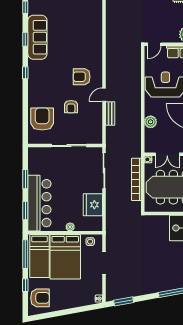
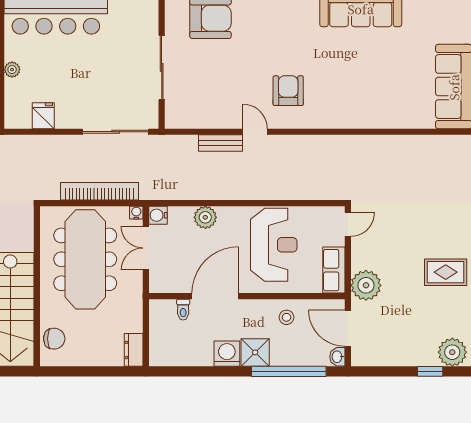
door: (154, 44) -> (348, 224), swing flipped
armchair: (71, 107) -> (233, 71), removed
water cooler: (149, 148) -> (158, 215), added
fridge: (93, 205) -> (43, 116), width x0.53, depth x0.75

